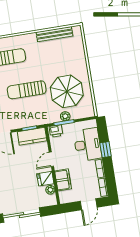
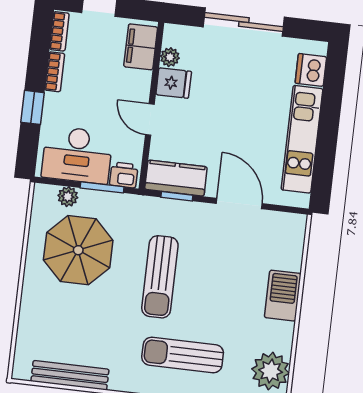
sun lounger: (27, 90) -> (160, 277), turned 90
plant: (65, 116) -> (68, 197), moved
desk: (88, 145) -> (77, 155), moved, turned -90
door: (51, 159) -> (150, 119), swing flipped
filing cabinet: (63, 180) -> (141, 47), moved

